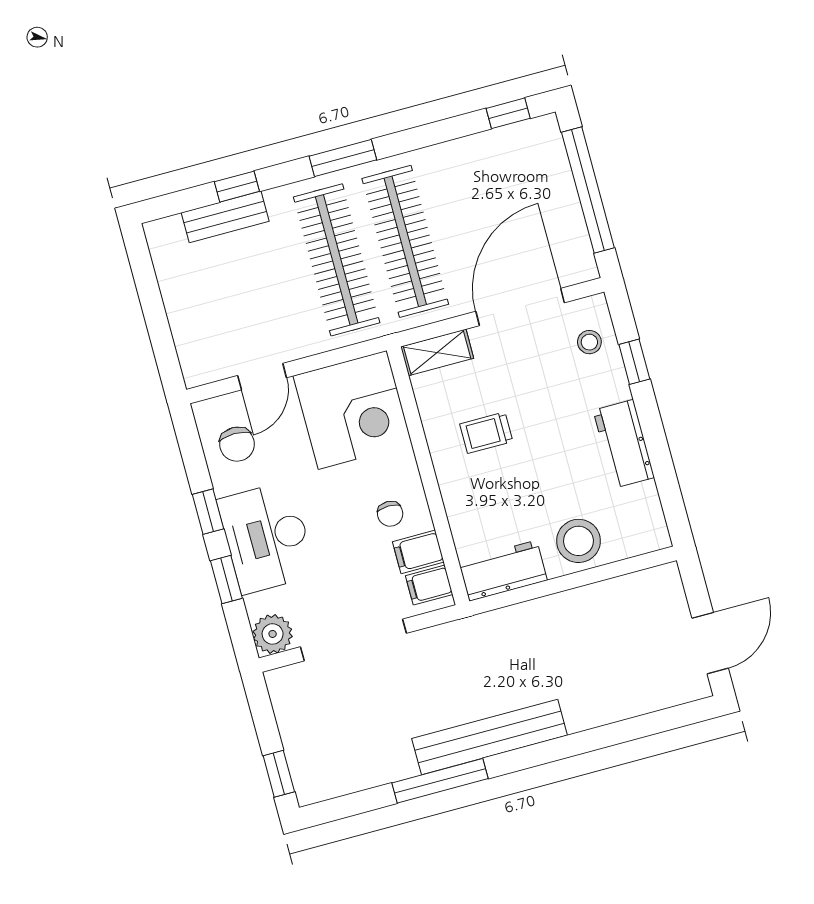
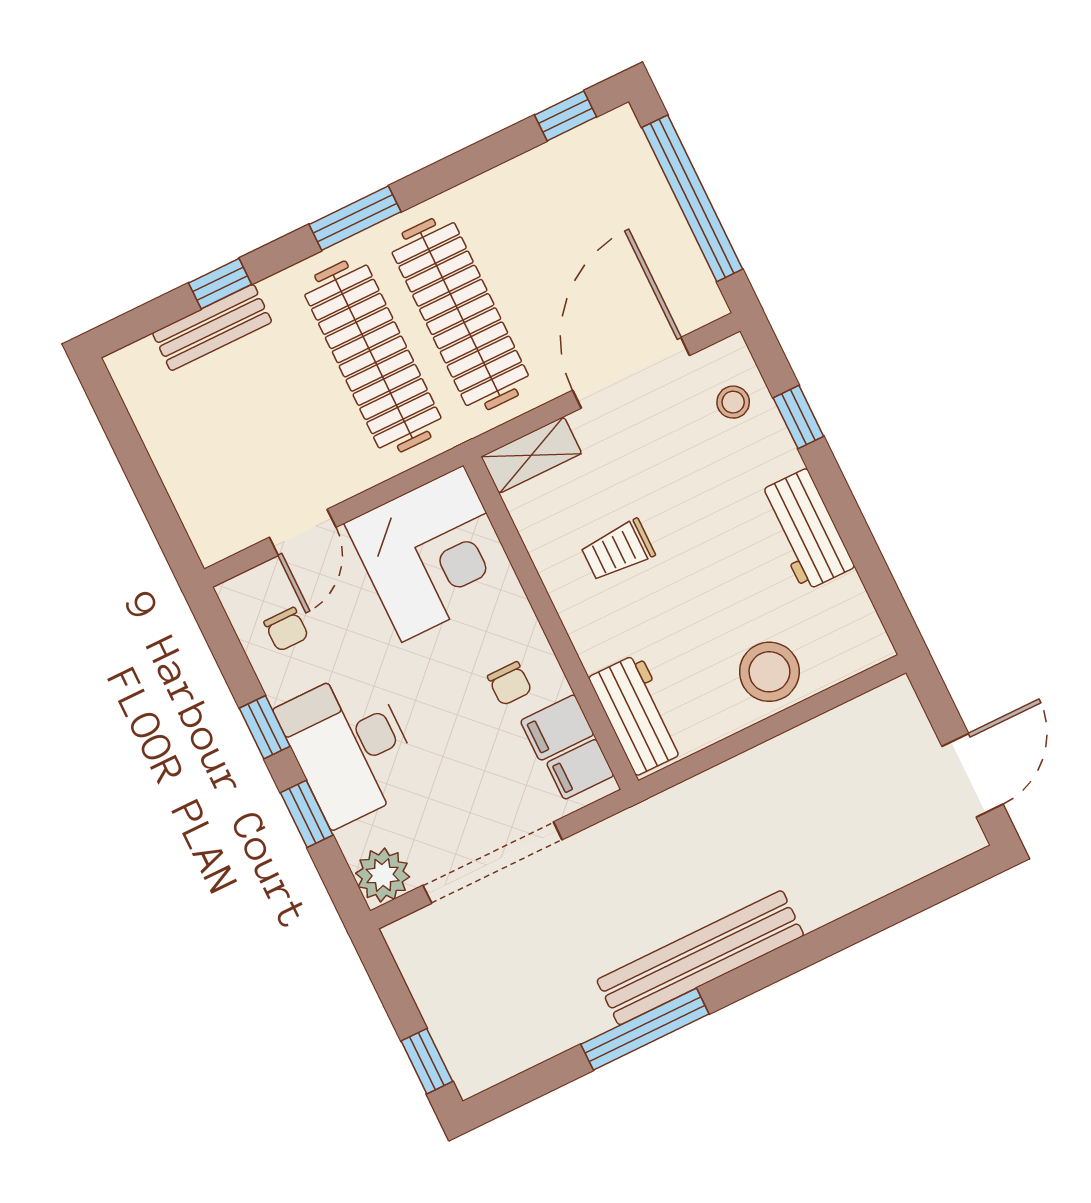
chair: (237, 444) -> (286, 629), width x0.73, depth x0.73
workbench: (503, 571) -> (638, 714), moved, turned 90

